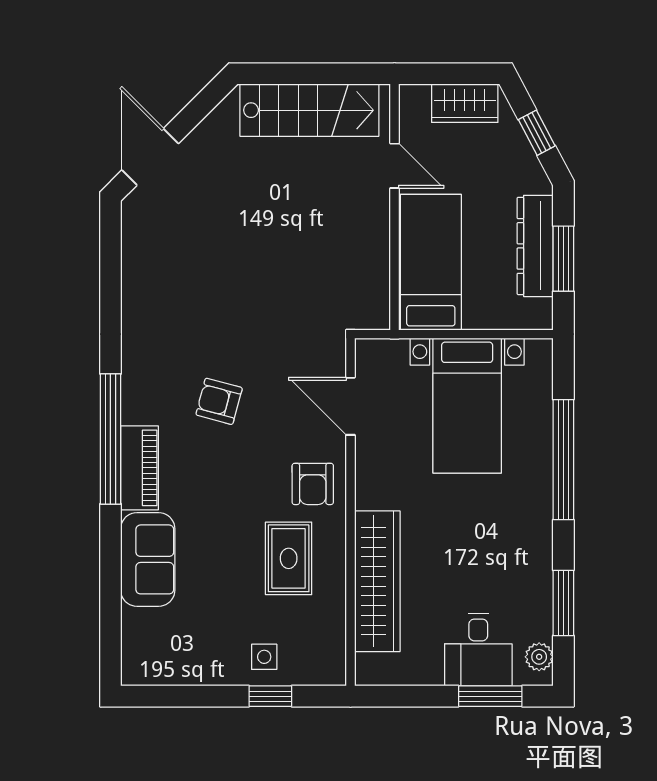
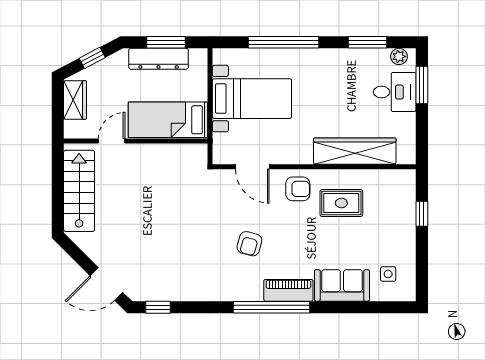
window: (110, 245) -> (158, 307), added
door: (350, 406) -> (252, 167), hinge flipped
side table: (264, 657) -> (388, 274), moved

